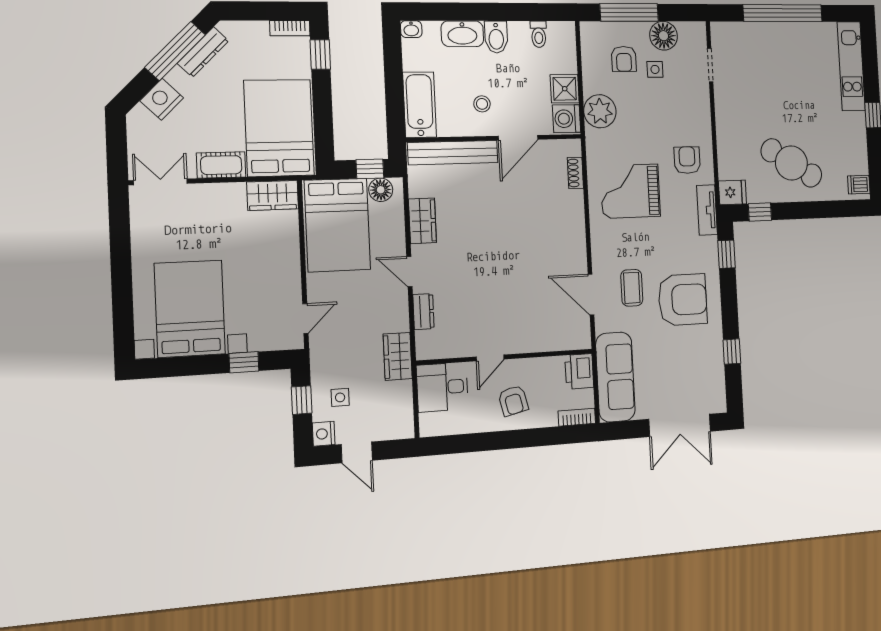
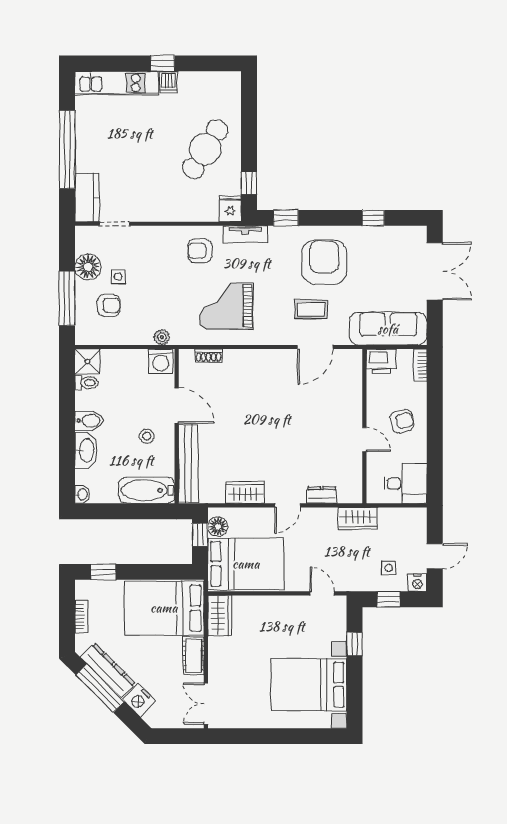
bookcase: (290, 28) -> (81, 617), moved
kitchen counter: (735, 35) -> (87, 198), added
dresser: (203, 52) -> (108, 670), width x1.37, depth x1.24
shower: (565, 89) -> (87, 361), moved
plant: (600, 111) -> (162, 337), width x0.53, depth x0.53
dishwasher: (859, 185) -> (168, 82), moved
grand piano: (630, 191) -> (226, 306), turned 90
desk: (442, 387) -> (405, 484), moved, turned -90

